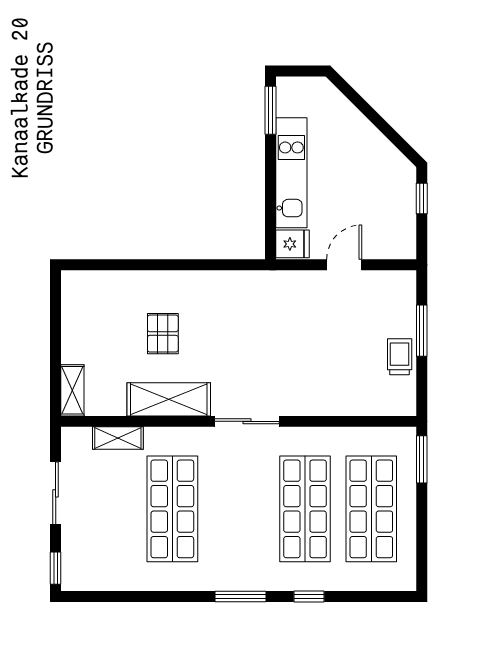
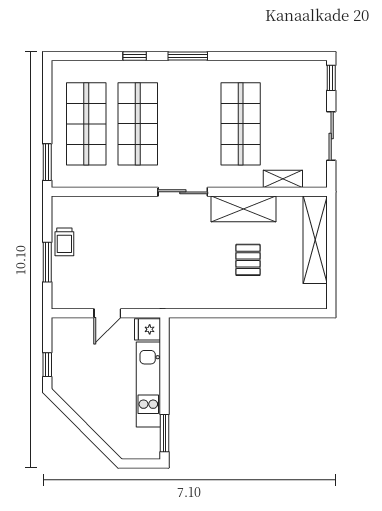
shelving: (72, 390) -> (315, 240), width x2.20, depth x1.33

